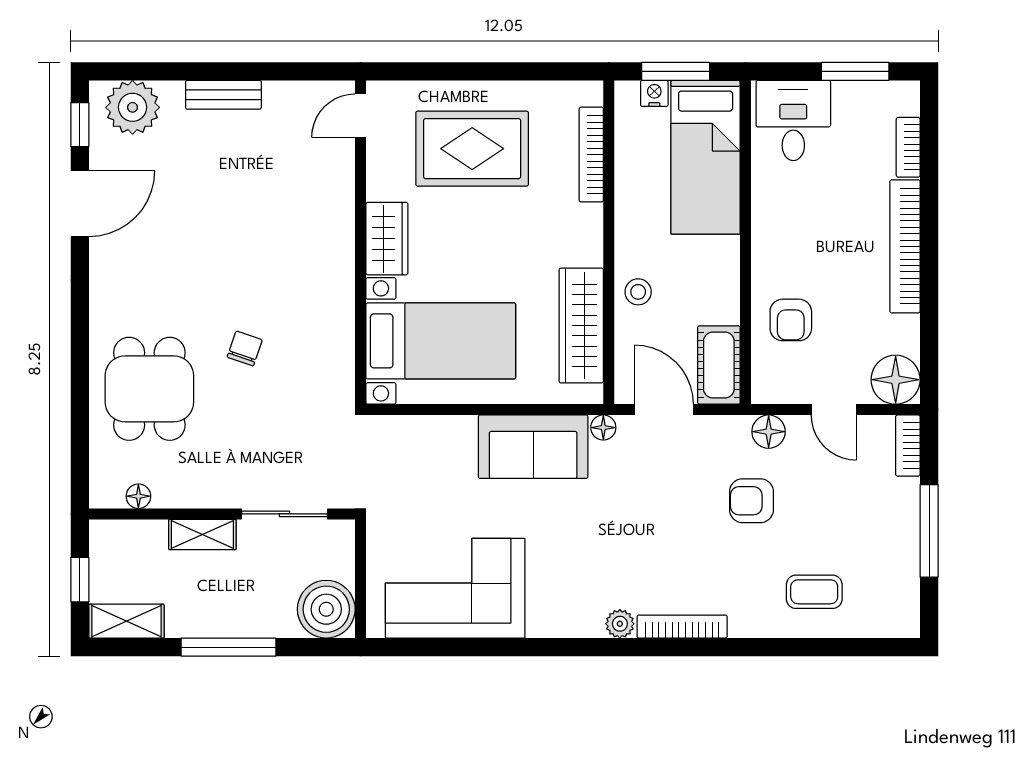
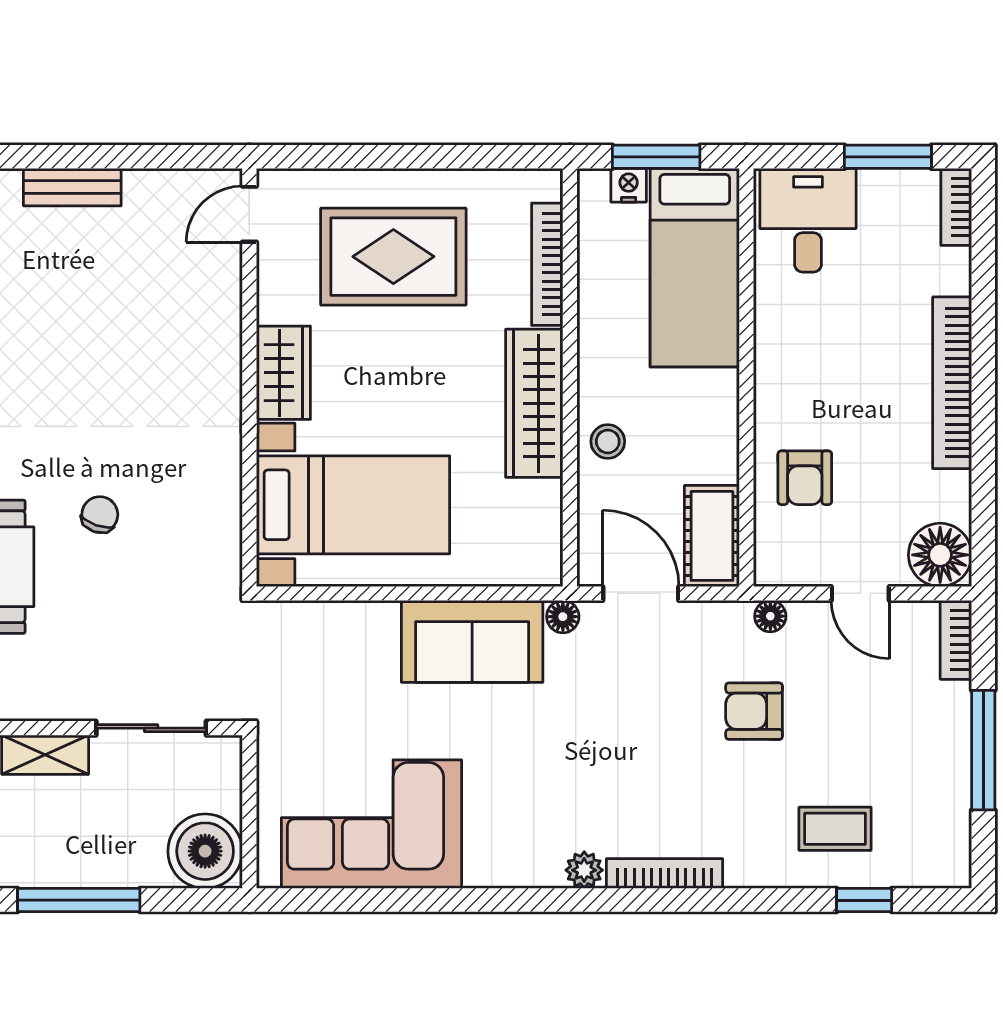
bookcase: (908, 147) -> (956, 207), moved
wardrobe: (581, 326) -> (534, 403), moved
floor lamp: (769, 432) -> (770, 616), width x0.73, depth x0.73
window: (837, 647) -> (864, 900), added

